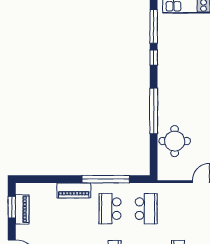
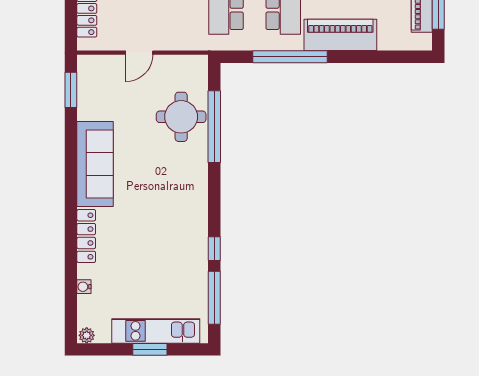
window: (154, 111) -> (214, 127), moved
piano: (74, 190) -> (340, 35), width x1.37, depth x1.33

